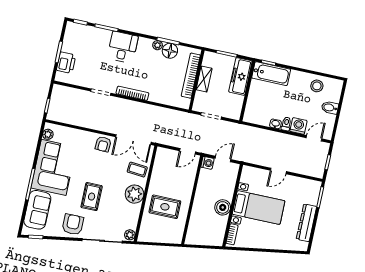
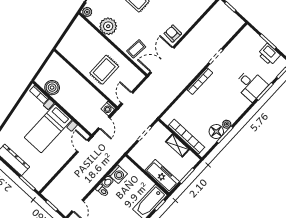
desk: (123, 47) -> (251, 85), moved
printer: (66, 63) -> (269, 54), moved
washing machine: (298, 126) -> (118, 174), moved
door: (278, 171) -> (83, 146), moved
plant: (135, 194) -> (108, 26), moved
rug: (165, 207) -> (104, 70), moved
boiler: (223, 207) -> (52, 88), moved

